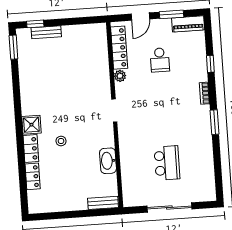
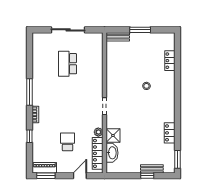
window: (171, 14) -> (46, 176), moved
window: (35, 24) -> (147, 176), moved
window: (214, 122) -> (29, 92), width x1.44
shower: (31, 125) -> (113, 135), moved
locker: (31, 149) -> (170, 133), moved
washbasin: (108, 161) -> (112, 153), moved
window: (74, 214) -> (140, 30), added

